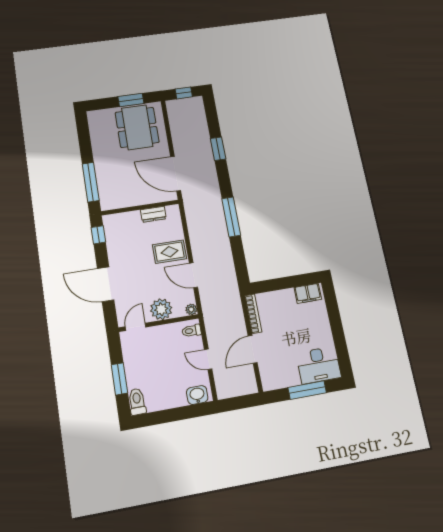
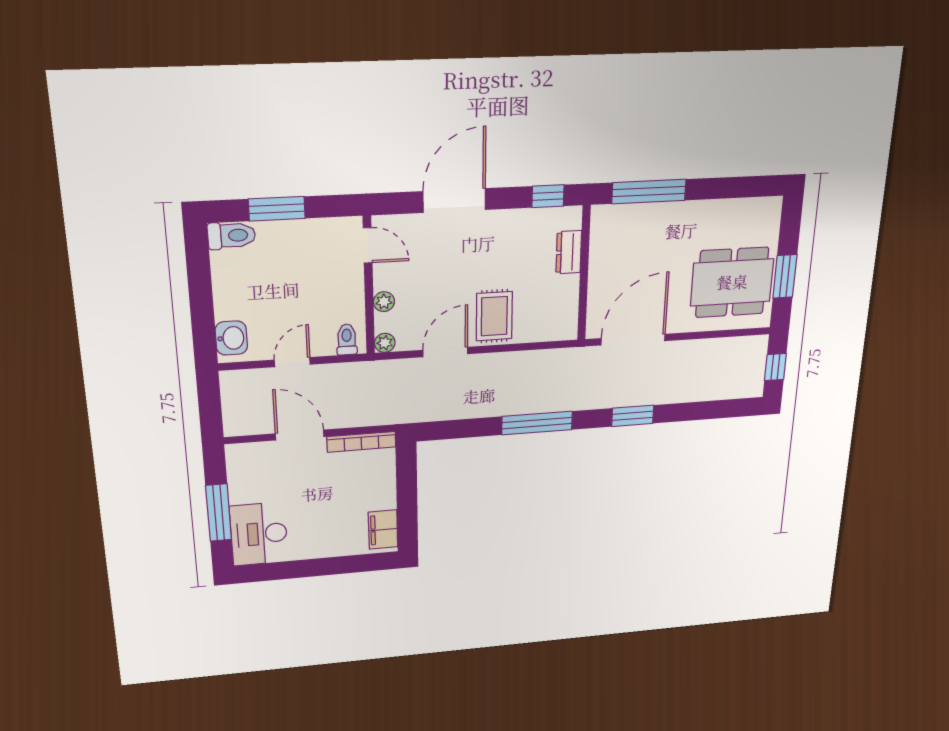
window: (218, 149) -> (633, 416), moved
dresser: (153, 214) -> (569, 252), moved
plant: (161, 309) -> (384, 302), width x0.53, depth x0.53

